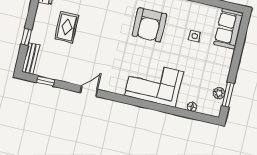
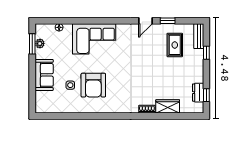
armchair: (149, 25) -> (93, 85), moved, turned 180
rug: (67, 27) -> (175, 45), moved
sofa: (229, 29) -> (44, 75), moved
window: (46, 81) -> (168, 21), moved

